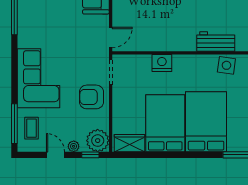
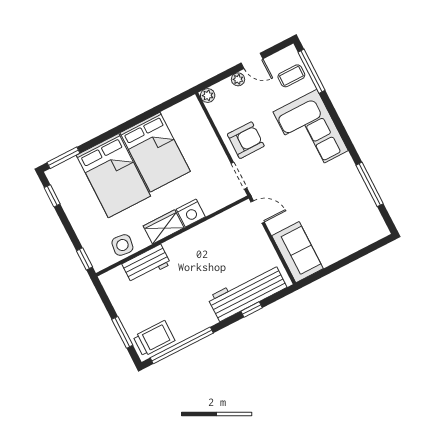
door: (111, 38) -> (258, 212), swing flipped
coffee table: (31, 128) -> (291, 76), turned 90
plant: (98, 141) -> (208, 95), width x0.53, depth x0.53
wardrobe: (130, 143) -> (164, 227), moved, turned 180
window: (90, 155) -> (216, 79), removed

